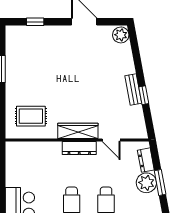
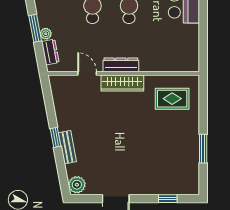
bench: (133, 89) -> (67, 147), moved
window: (144, 95) -> (56, 137), moved
plant: (146, 183) -> (46, 34), width x0.53, depth x0.53

